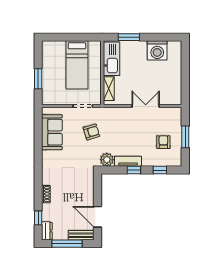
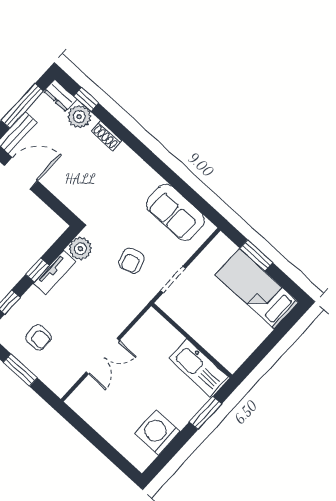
bed: (77, 65) -> (257, 289), moved
shelving: (109, 89) -> (165, 331), removed
plant: (49, 214) -> (79, 117), added

